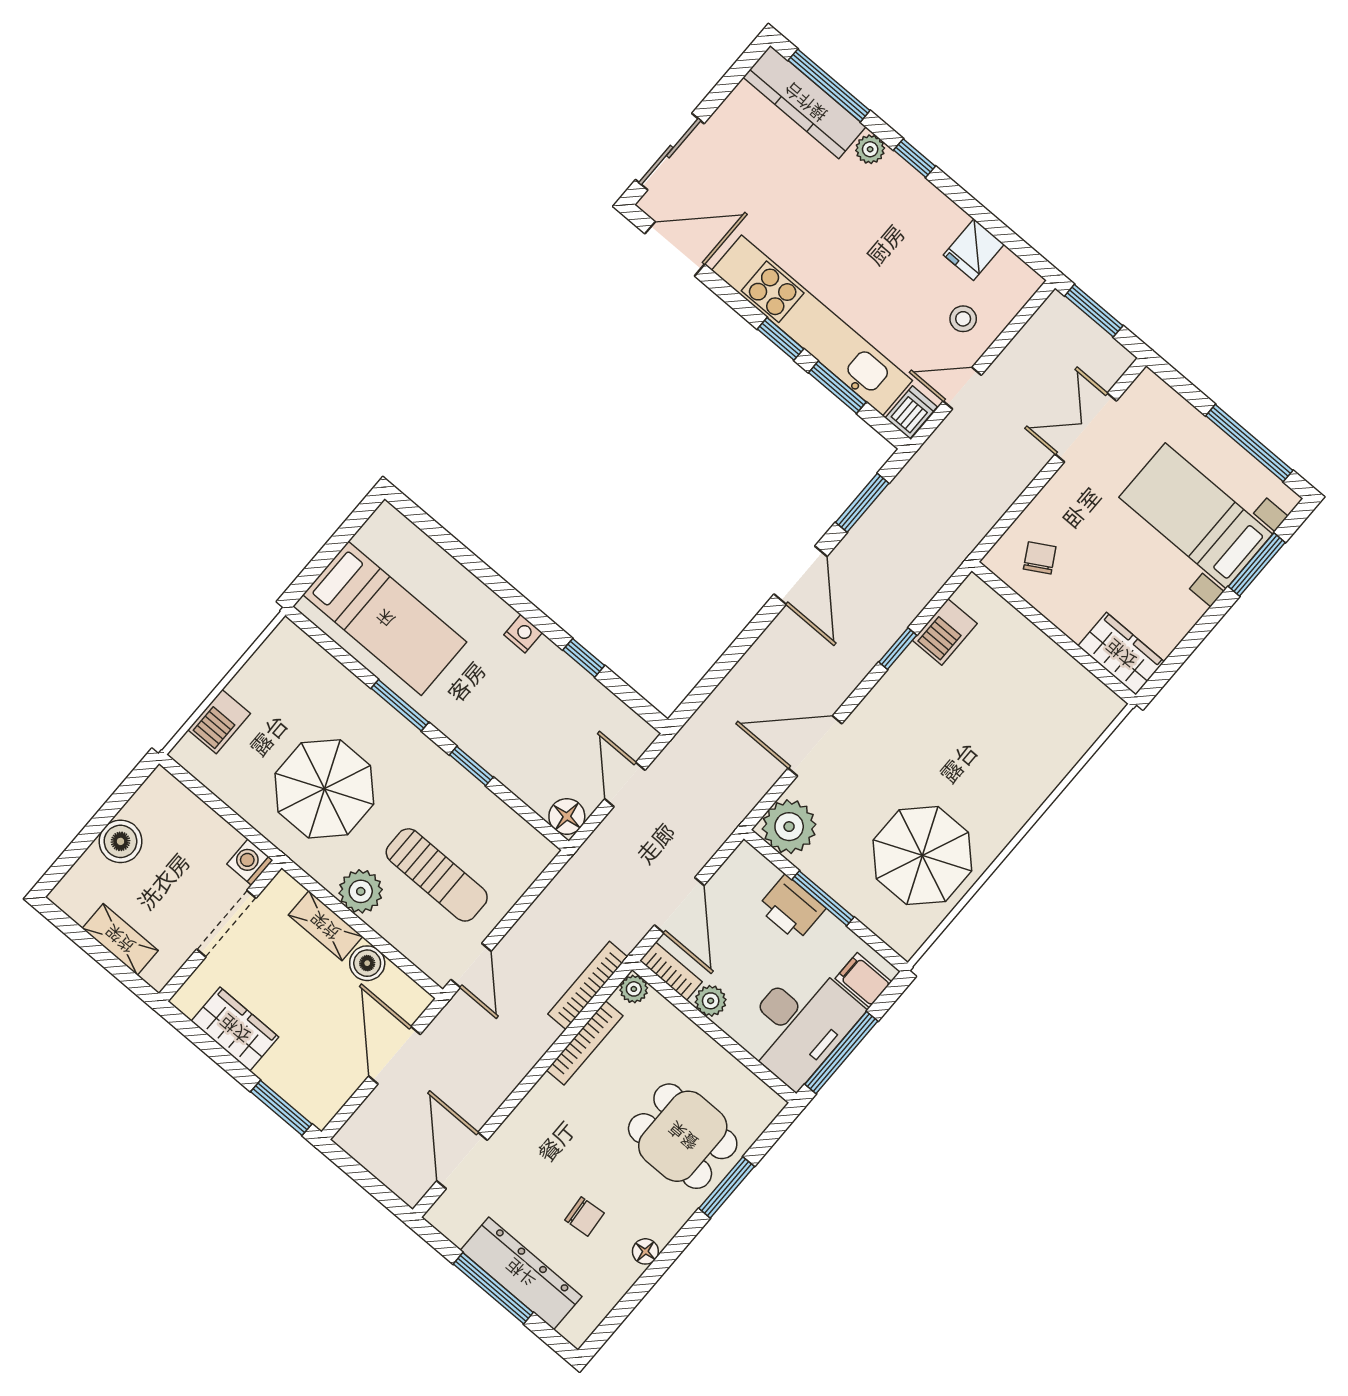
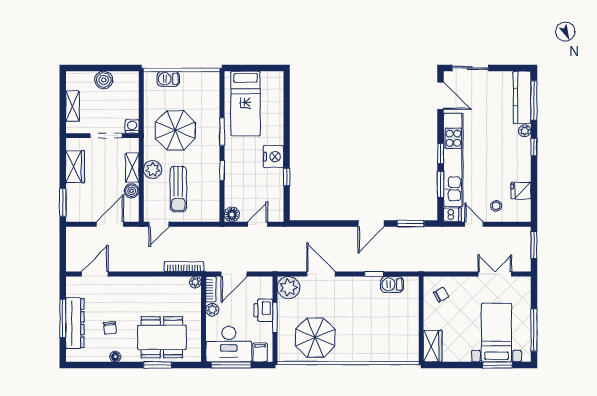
nightstand: (523, 634) -> (273, 157), width x1.89, depth x1.79
bookcase: (585, 1043) -> (165, 281), removed
dining table: (683, 1136) -> (162, 337), width x1.38

